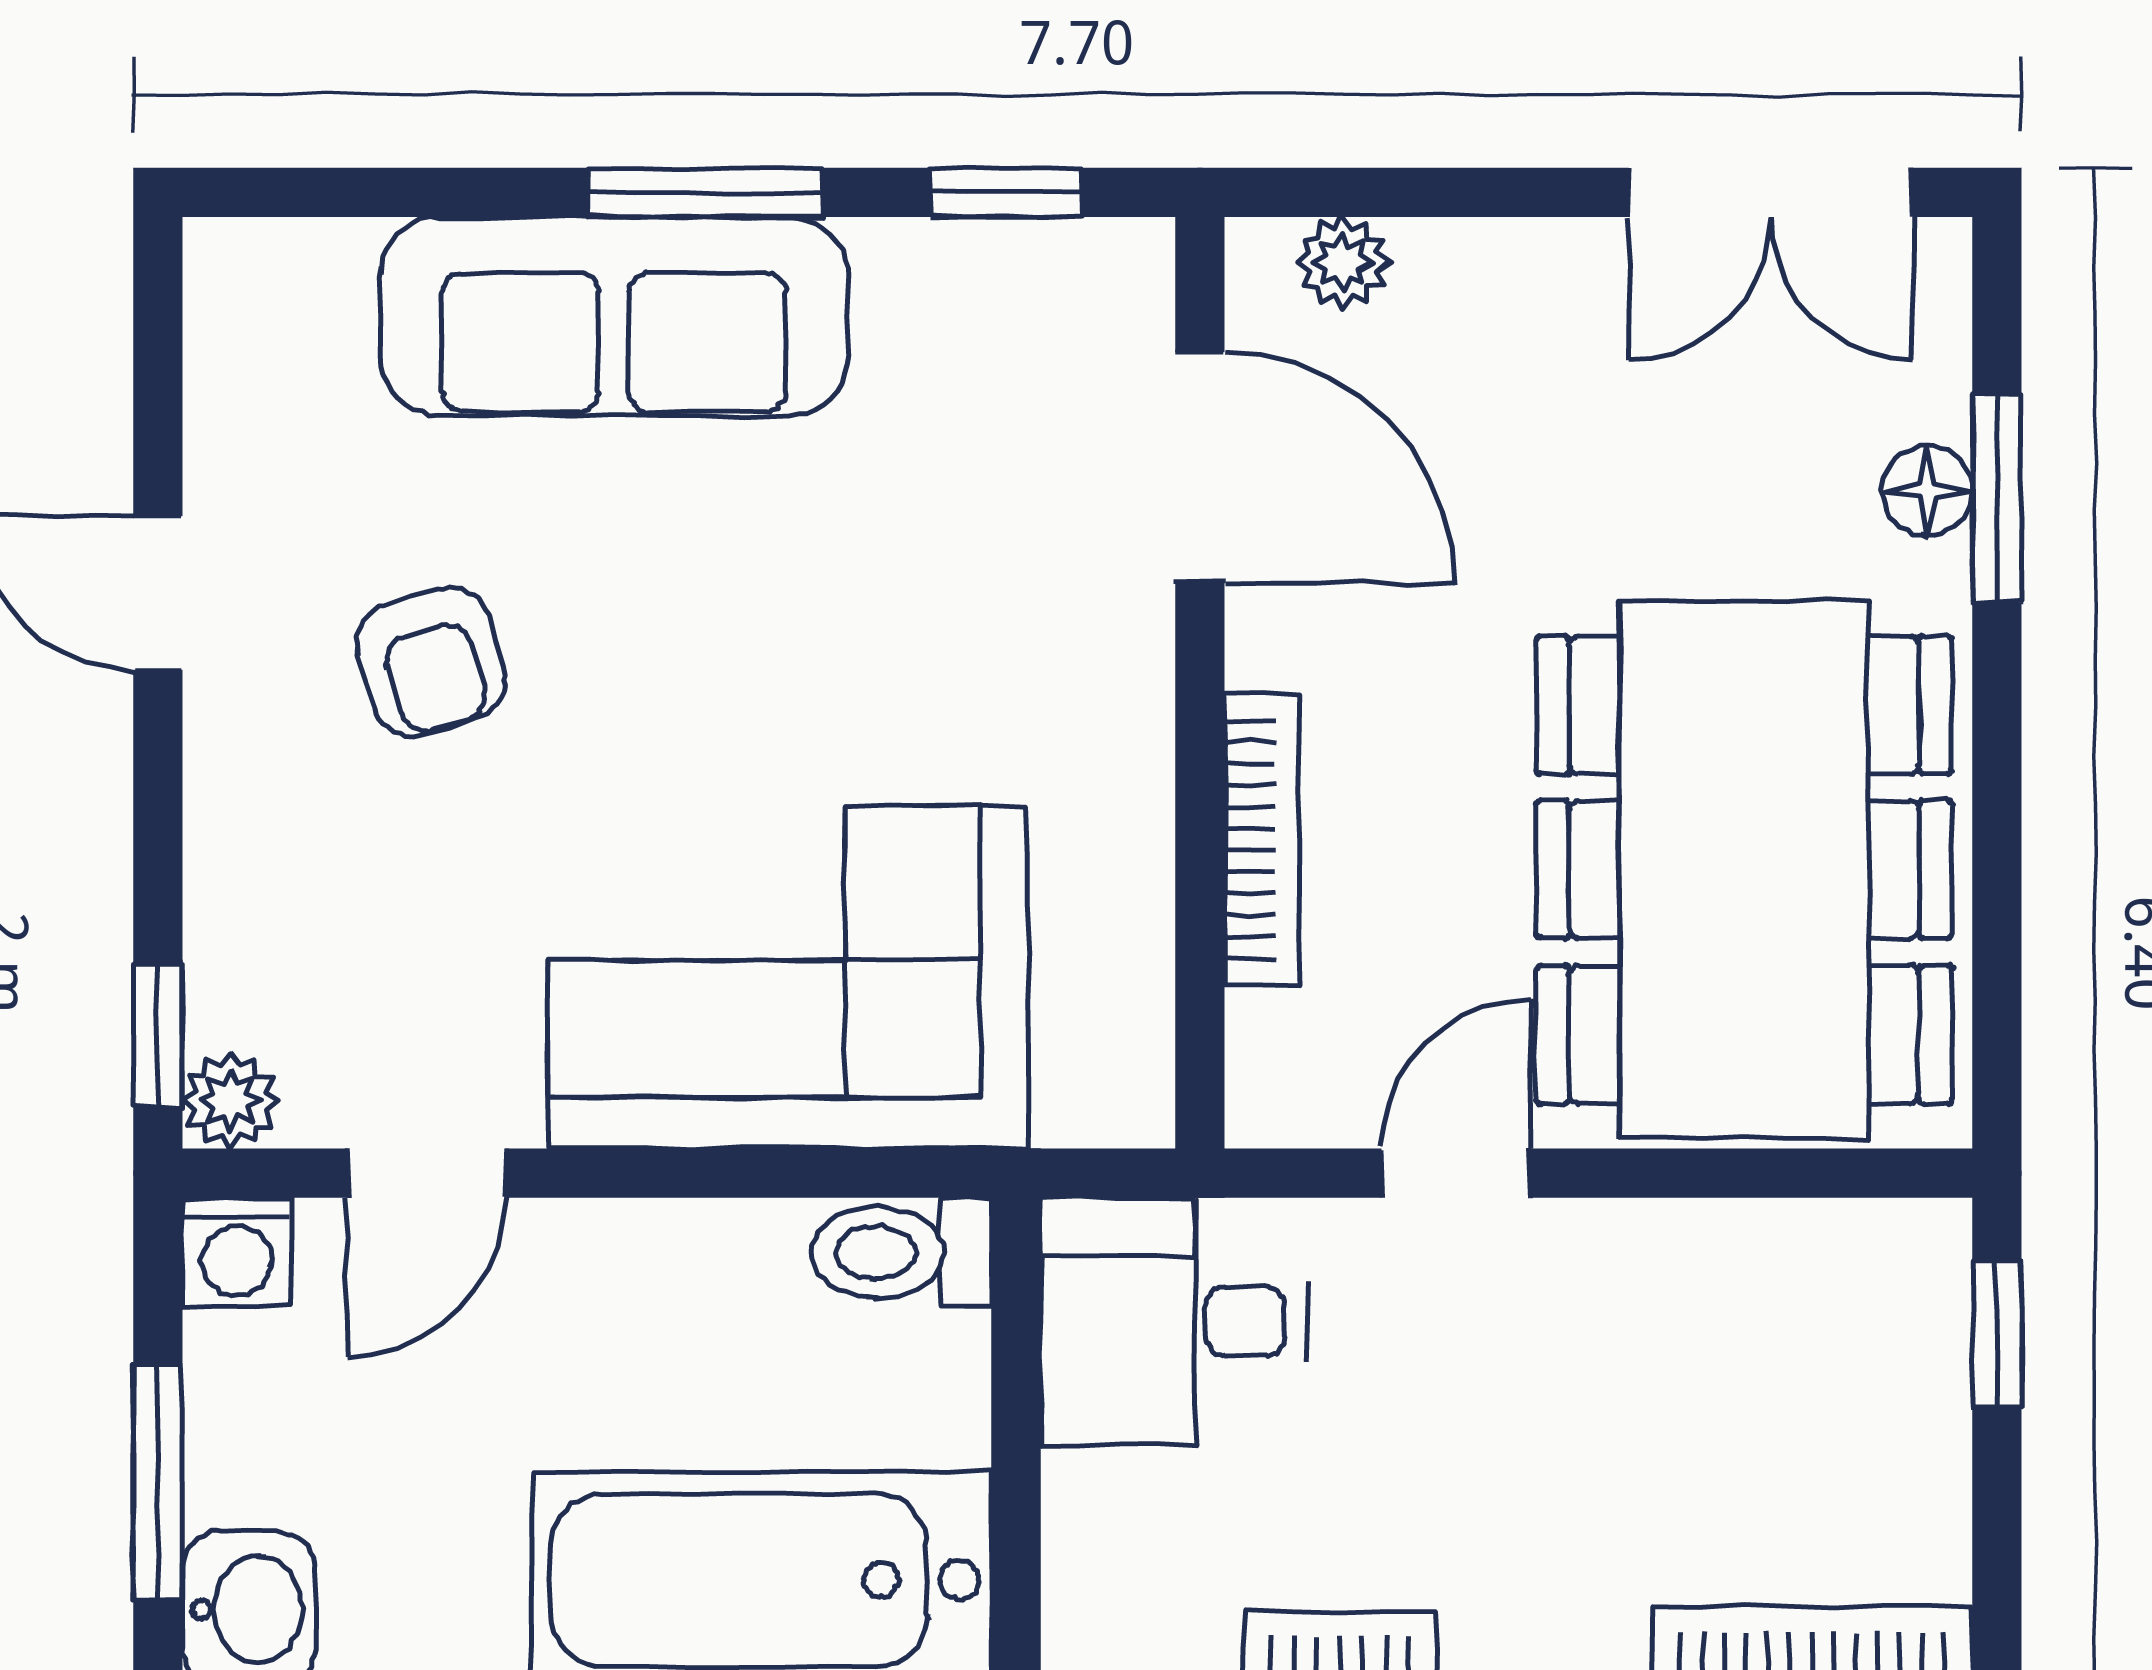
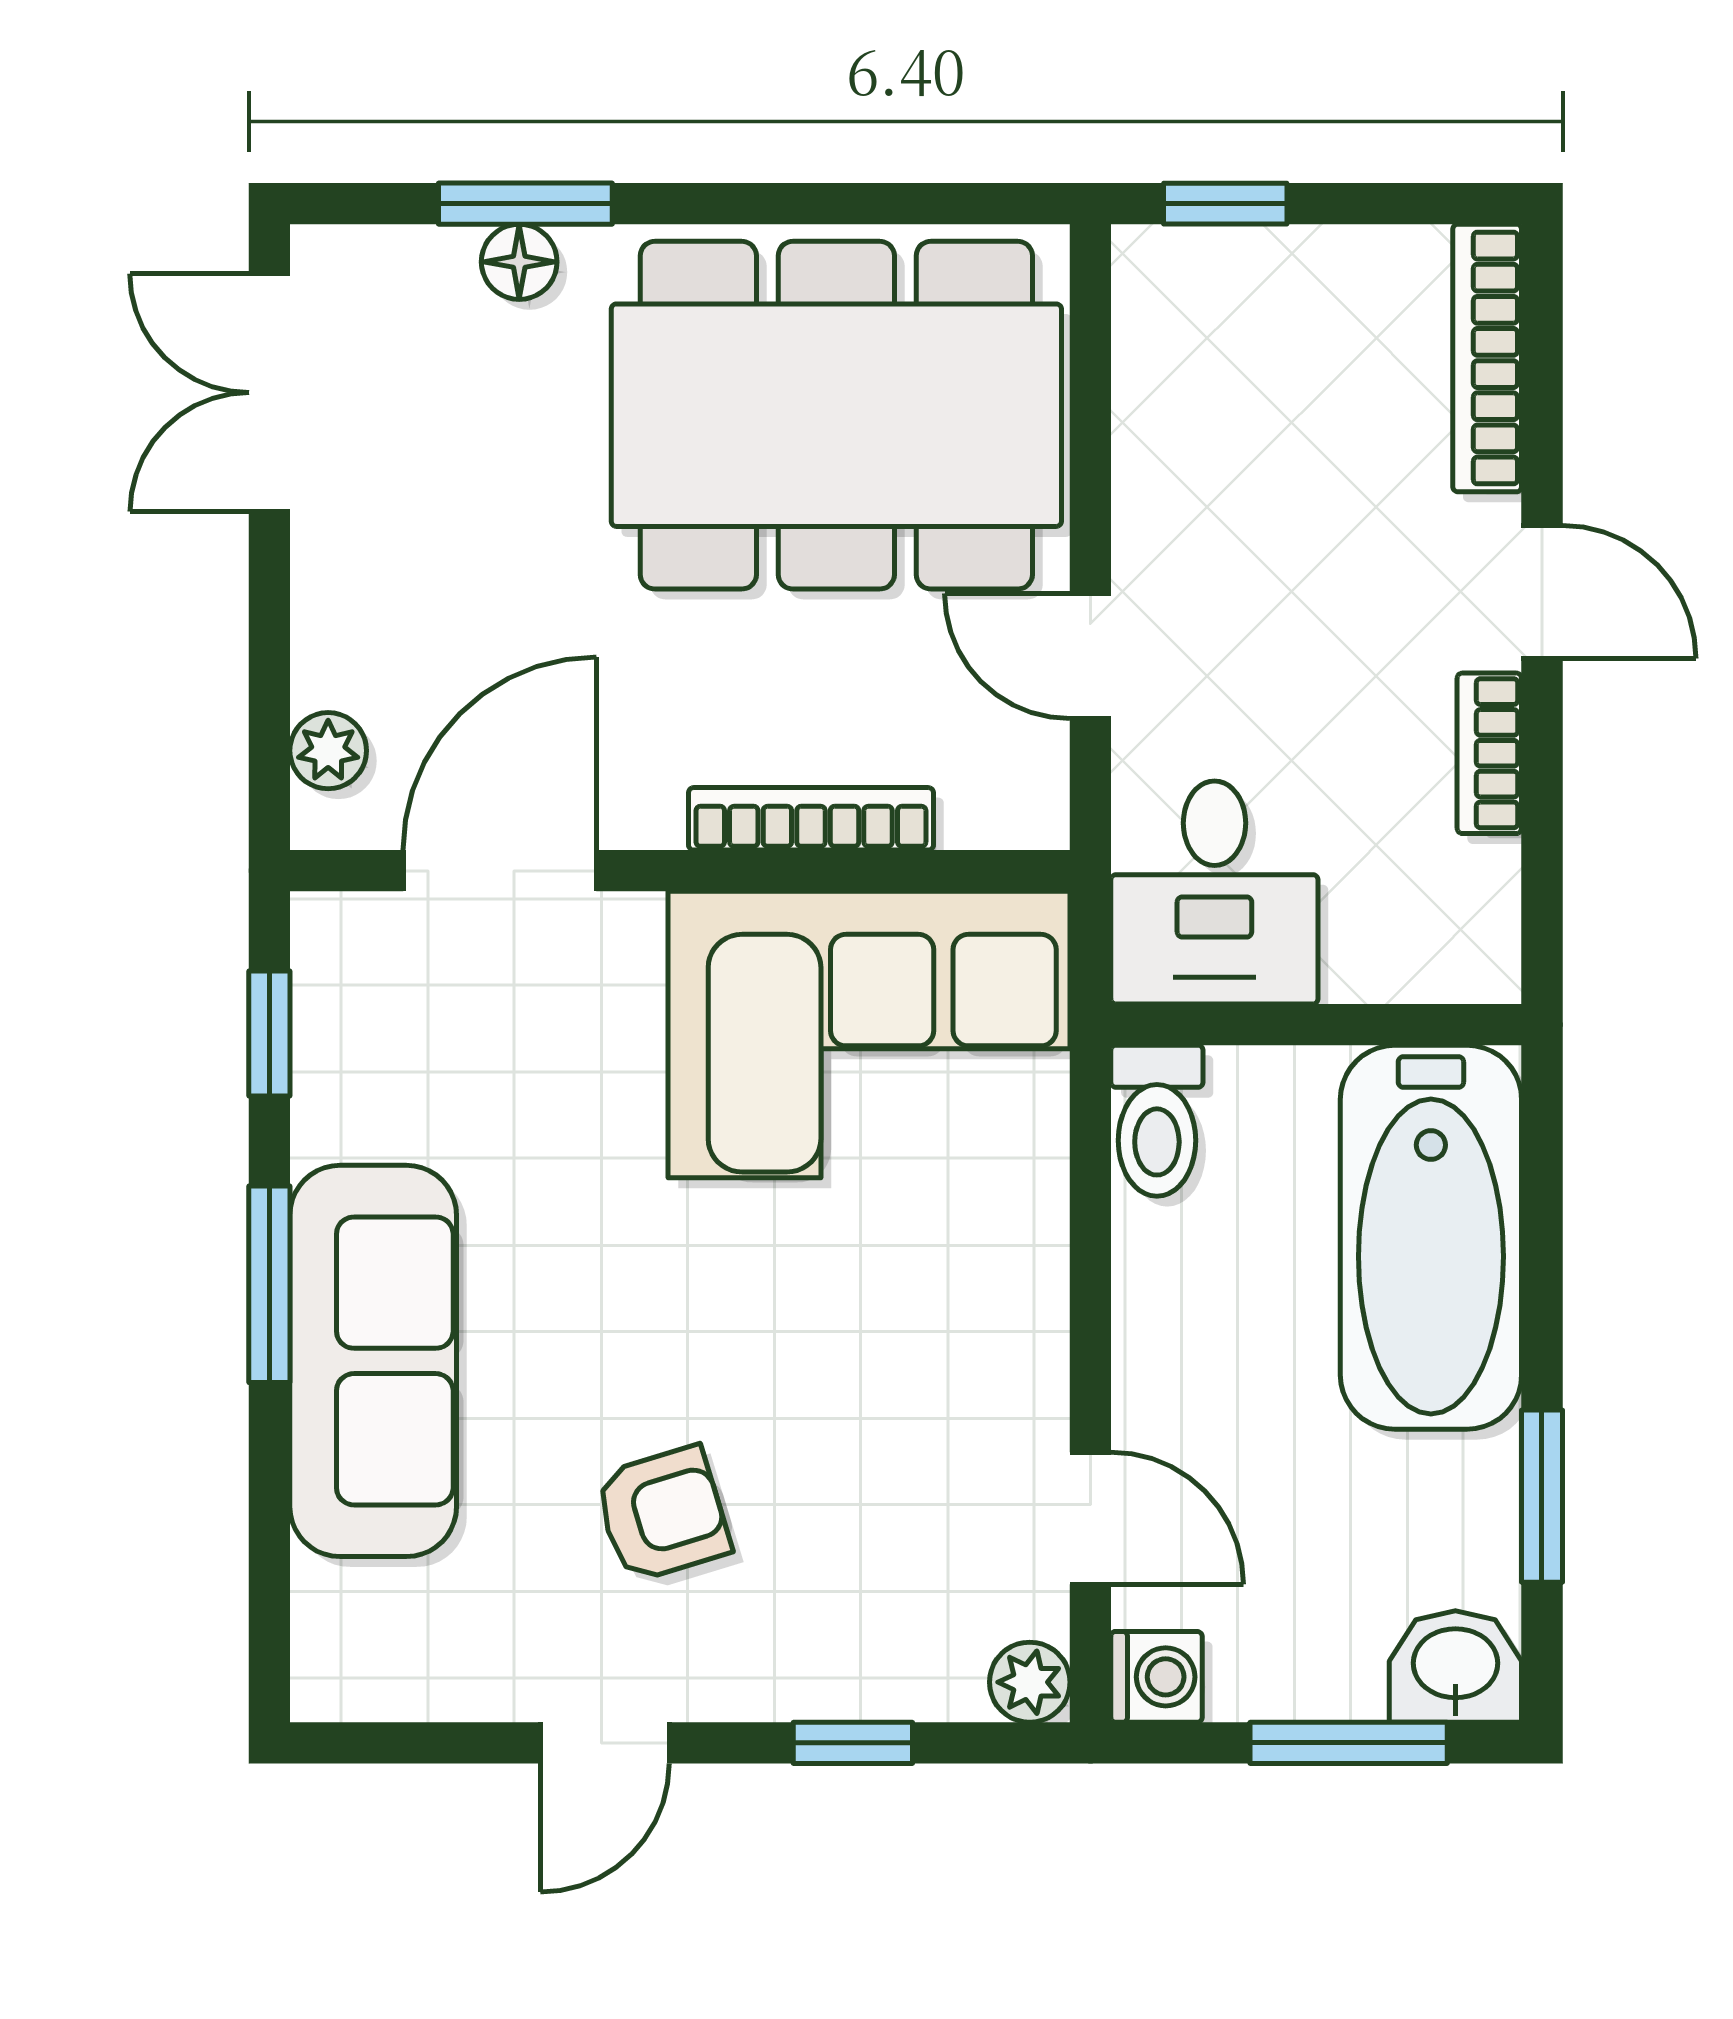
double door: (1771, 192) -> (269, 393), swing flipped
corner sofa: (788, 977) -> (869, 1035), moved, turned -90
window: (158, 1035) -> (853, 1743), moved

